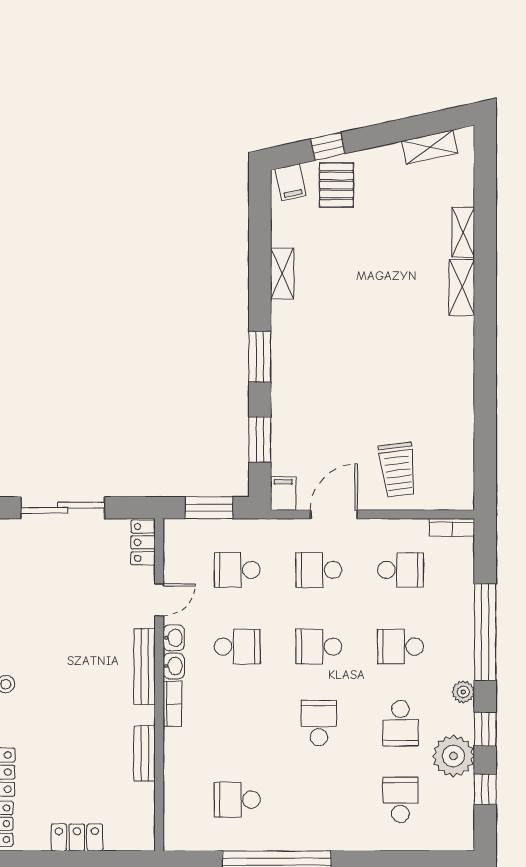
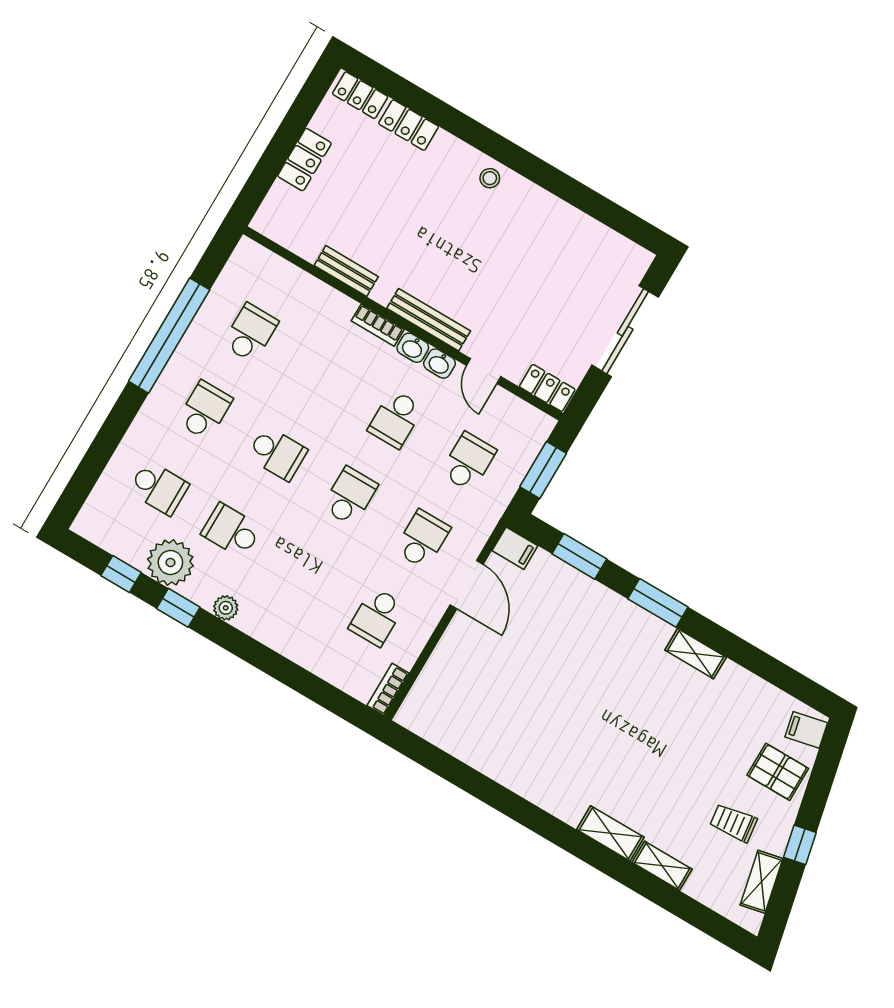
window: (328, 146) -> (800, 845), moved
shelving: (282, 273) -> (696, 654), moved
trolley: (398, 470) -> (733, 823), moved, width x0.73, depth x0.72
window: (485, 632) -> (270, 662), removed
school desk: (400, 647) -> (205, 410), moved

